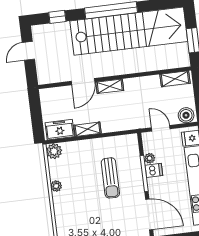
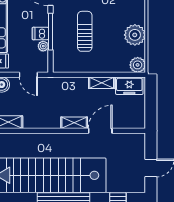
plant: (56, 186) -> (135, 35), width x1.88, depth x1.88

